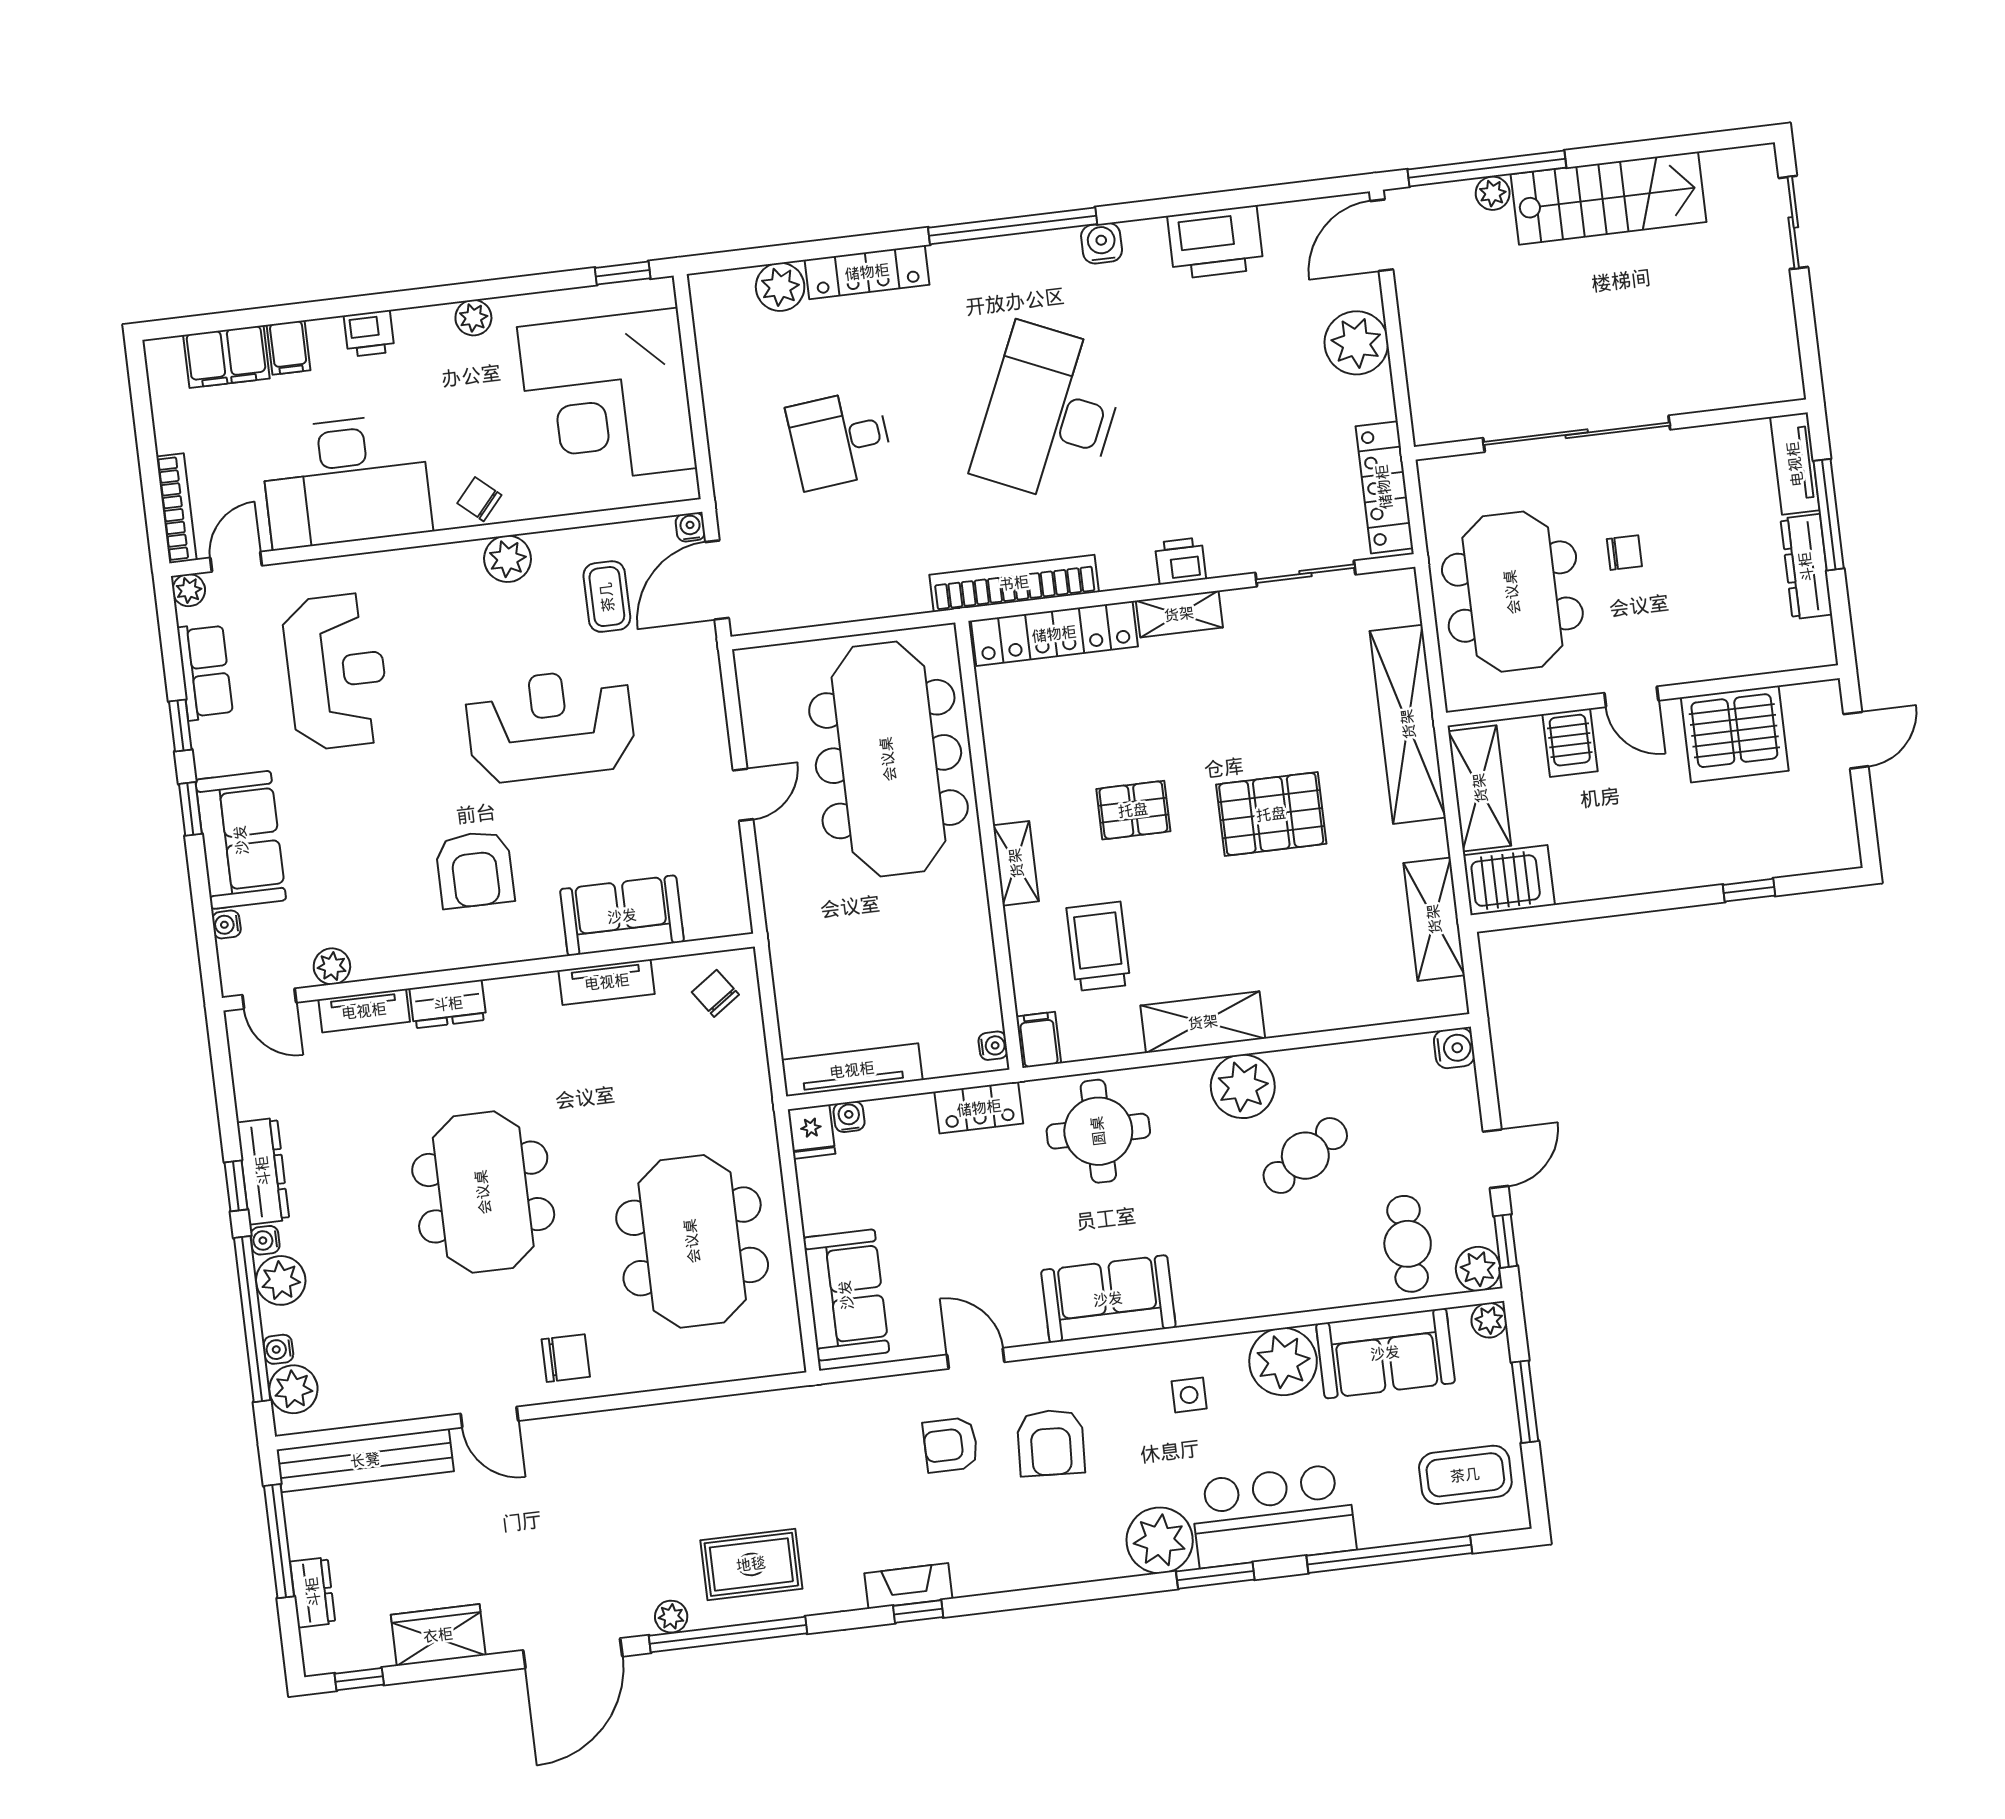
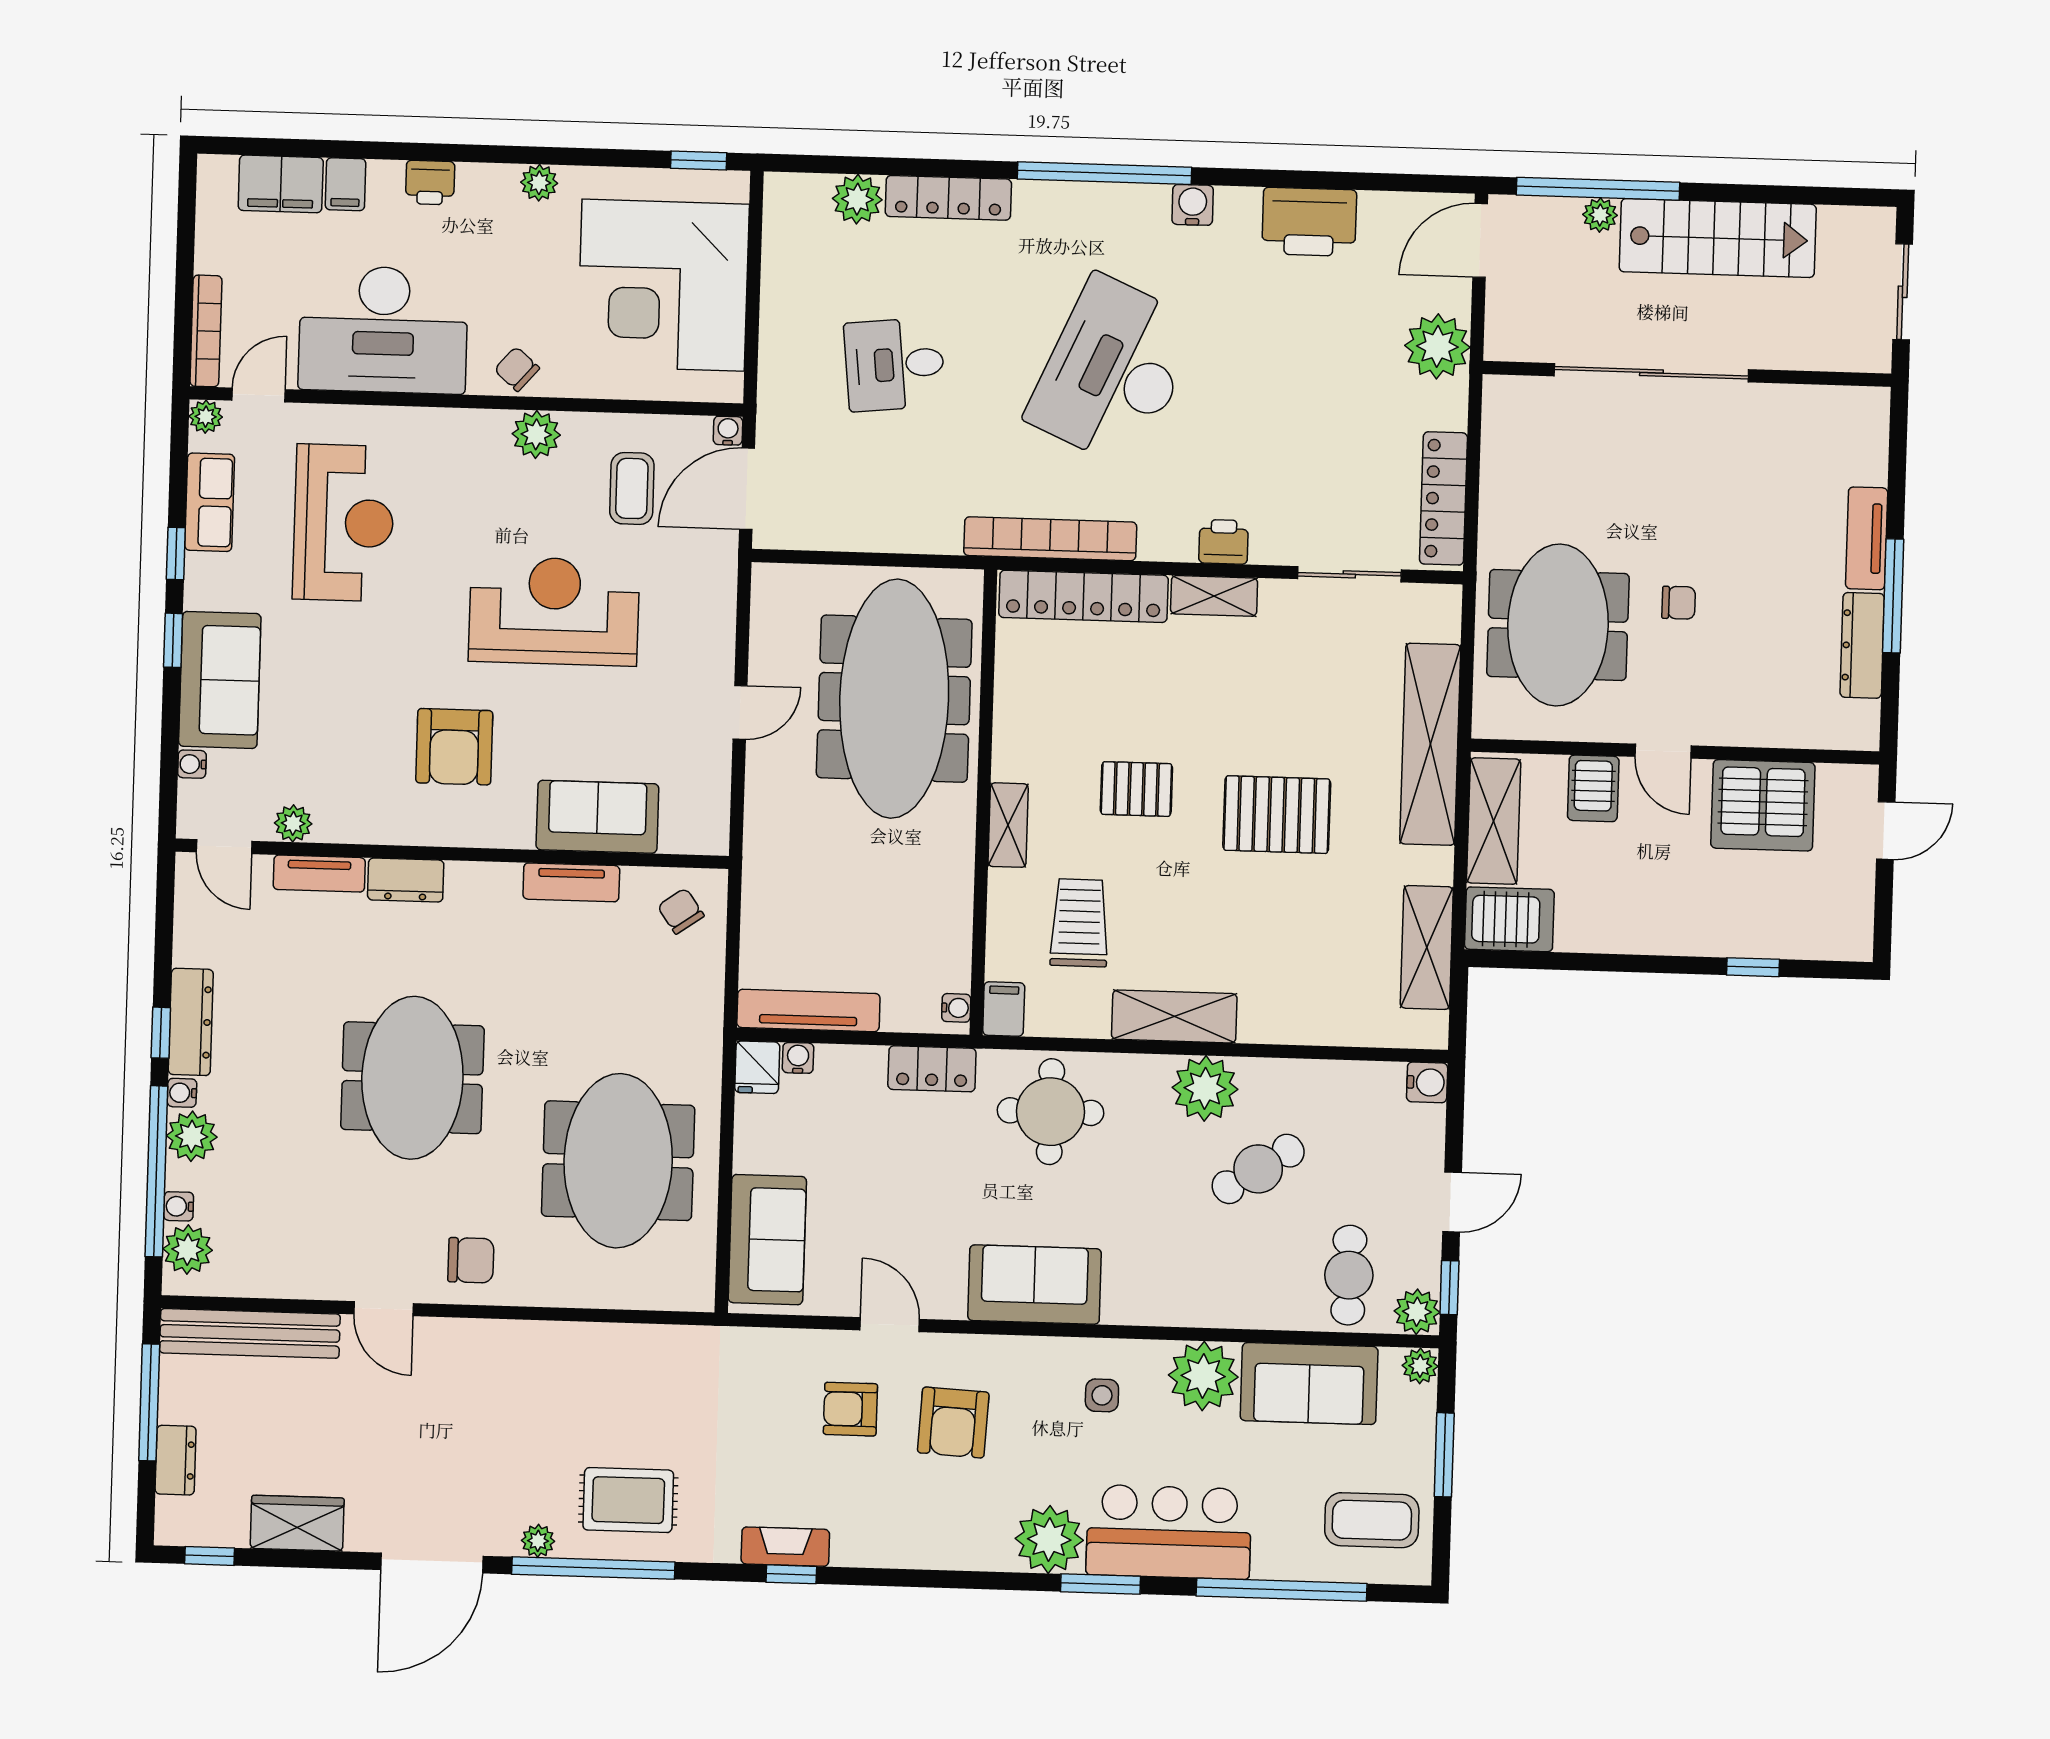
wall: (1611, 430) -> (1687, 374), moved
sliding door: (1577, 434) -> (1651, 373), moved

